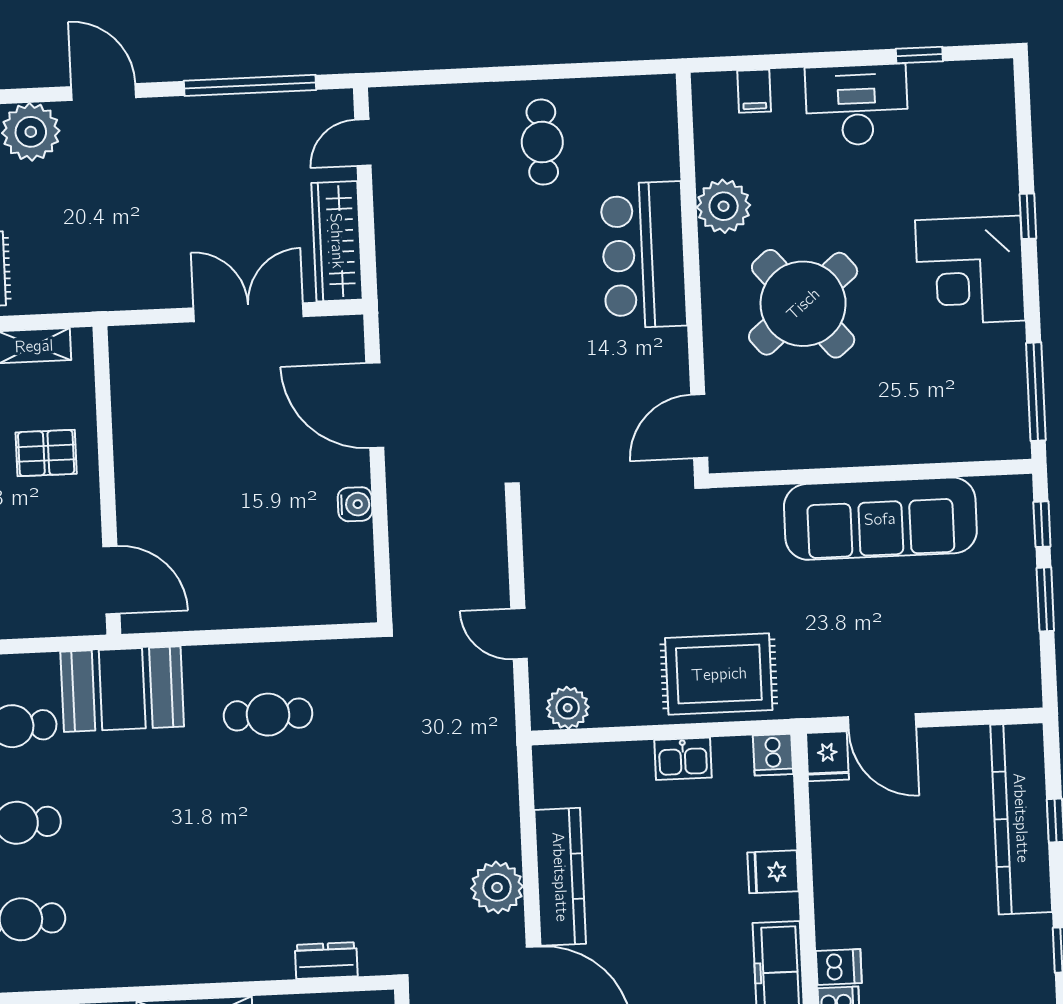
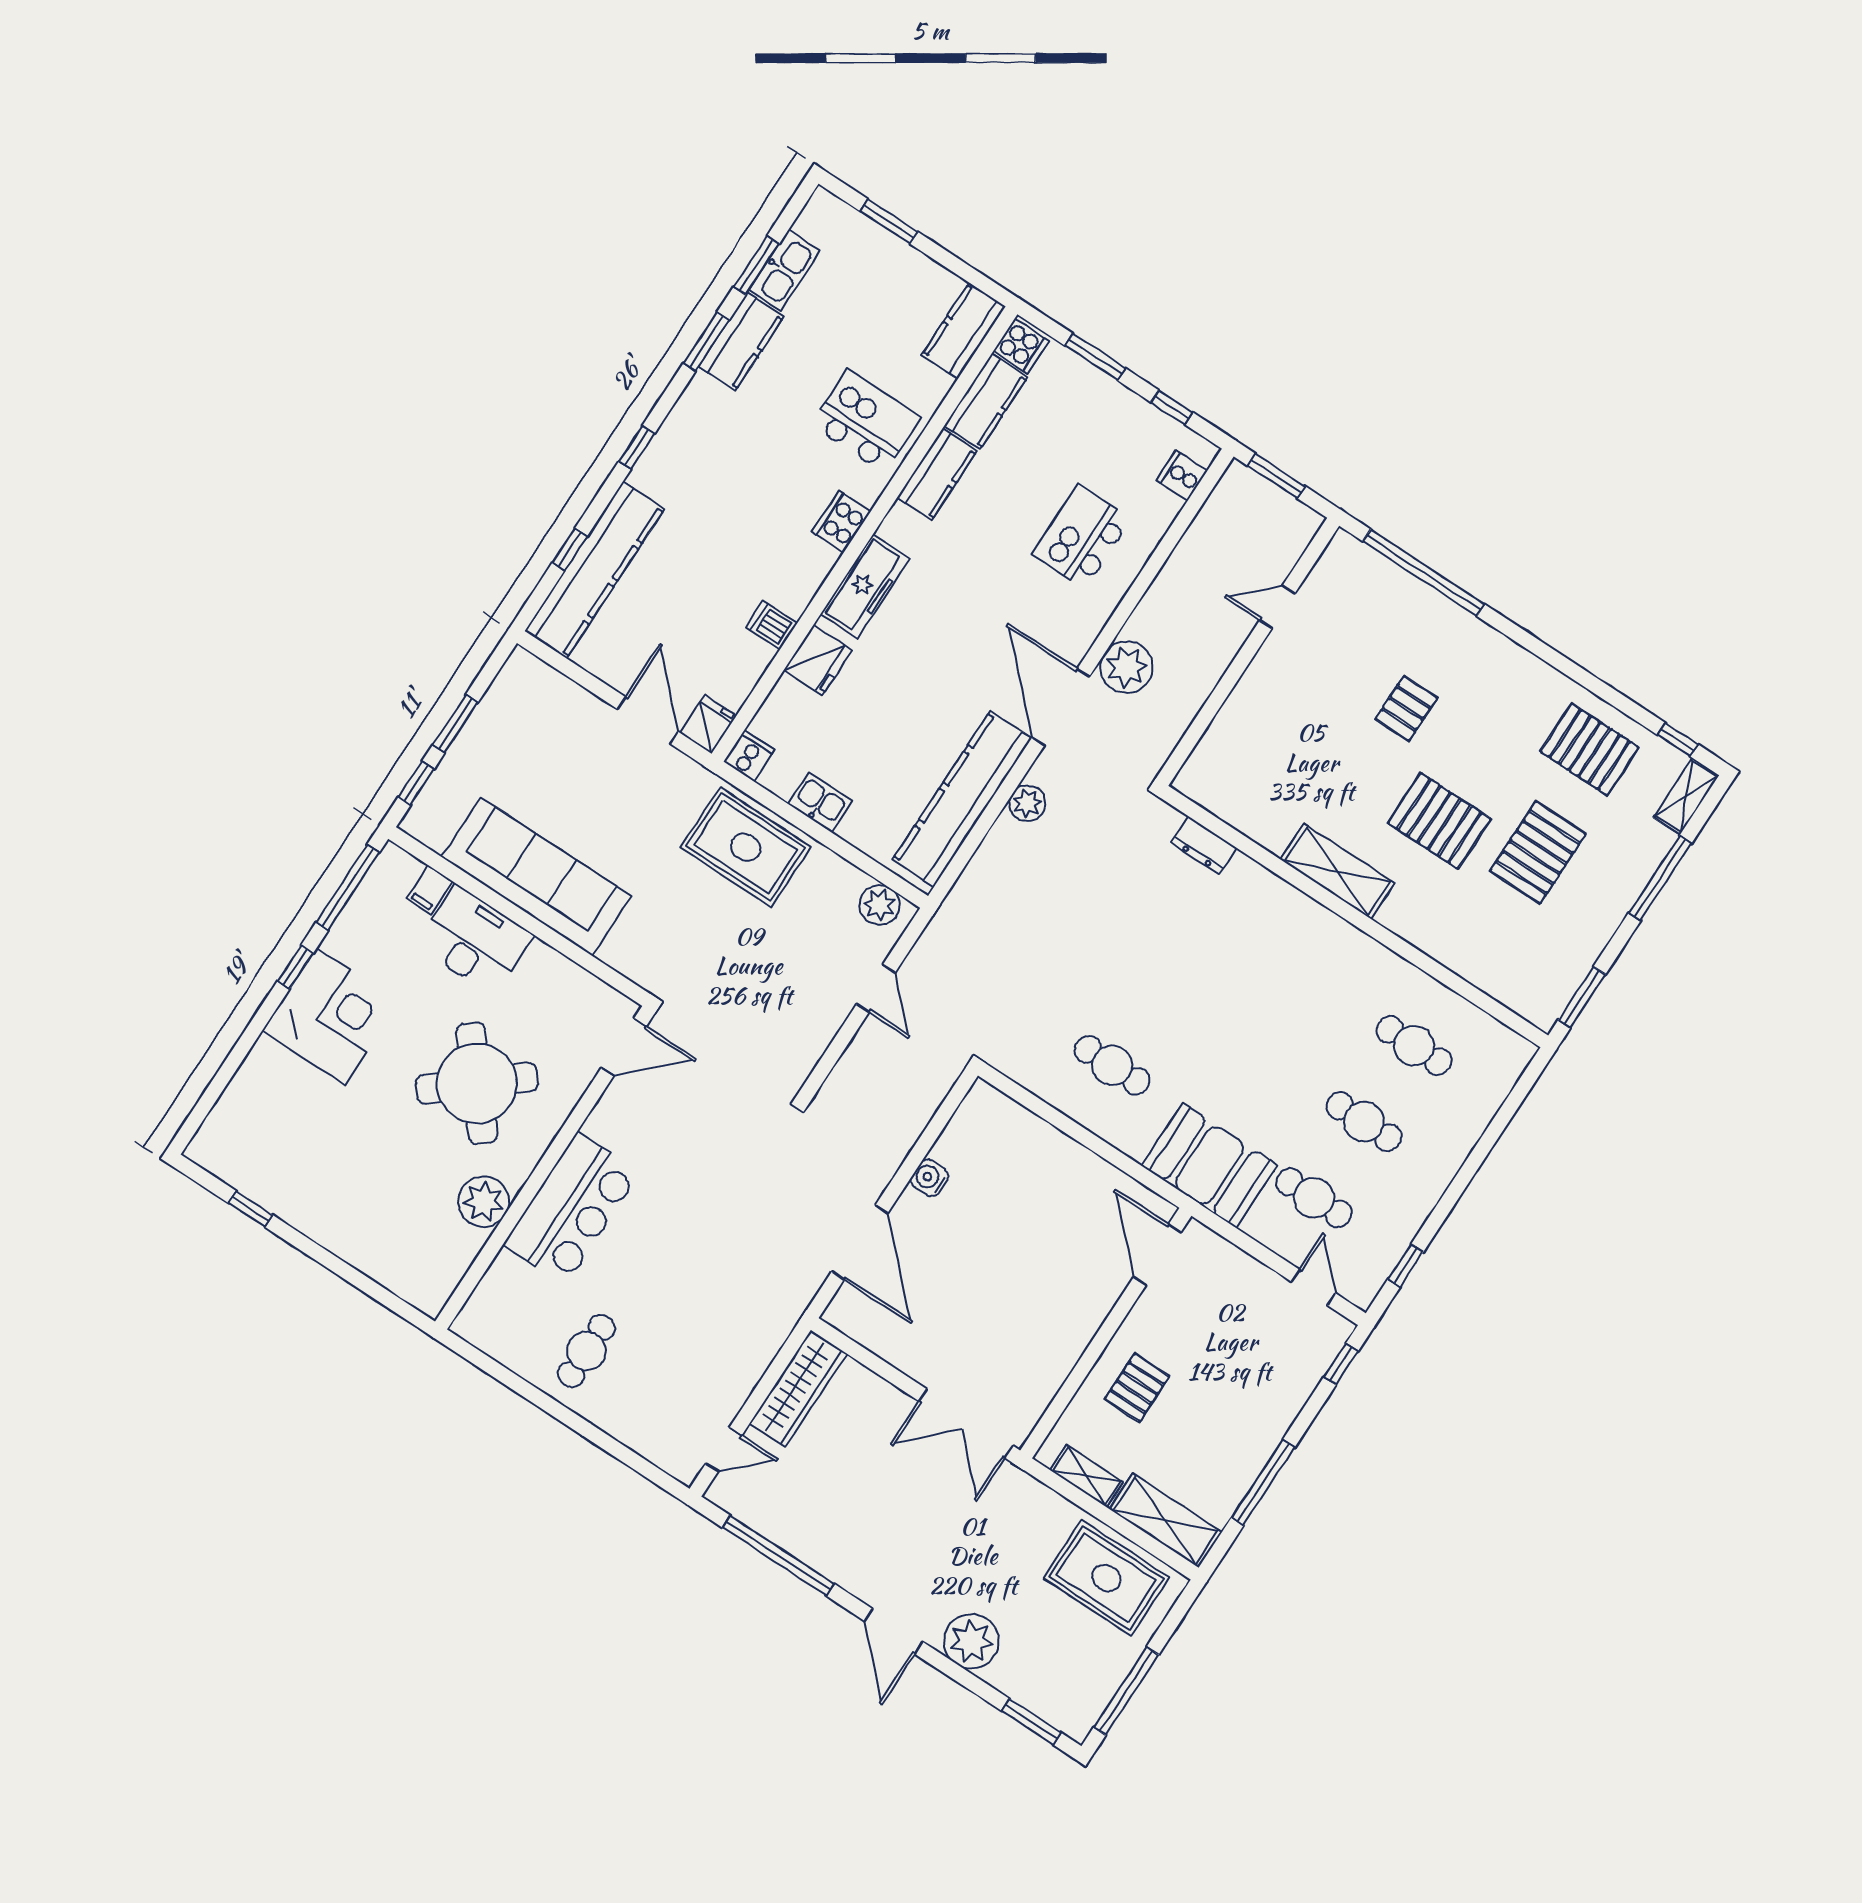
filing cabinet: (754, 91) -> (430, 890), moved, turned 180
desk: (857, 105) -> (475, 940), moved, turned 180
window: (1028, 216) -> (295, 967), moved
double door: (248, 312) -> (966, 1423), moved
pallet: (46, 453) -> (1137, 1388), turned 90
fridge: (773, 872) -> (818, 660), width x1.38
kitchen counter: (560, 877) -> (962, 799), width x1.39, depth x1.17
plant: (497, 887) -> (1027, 803), width x0.73, depth x0.73
dishwasher: (839, 967) -> (772, 625), moved

